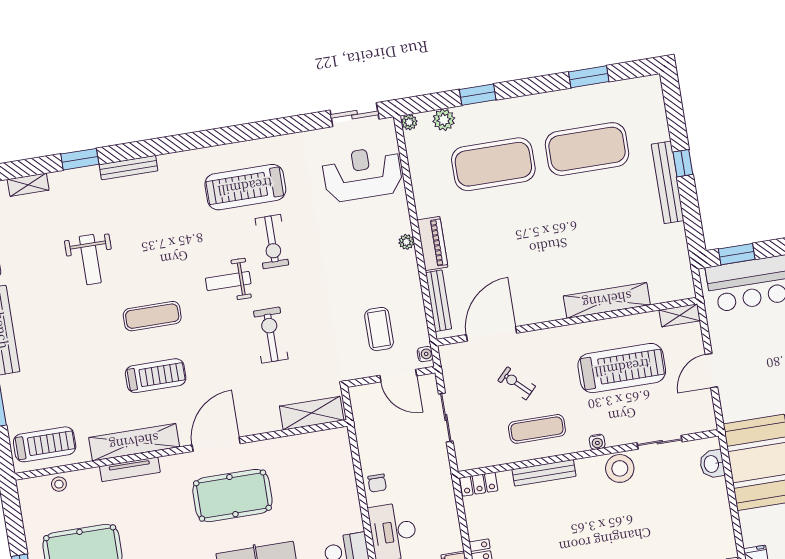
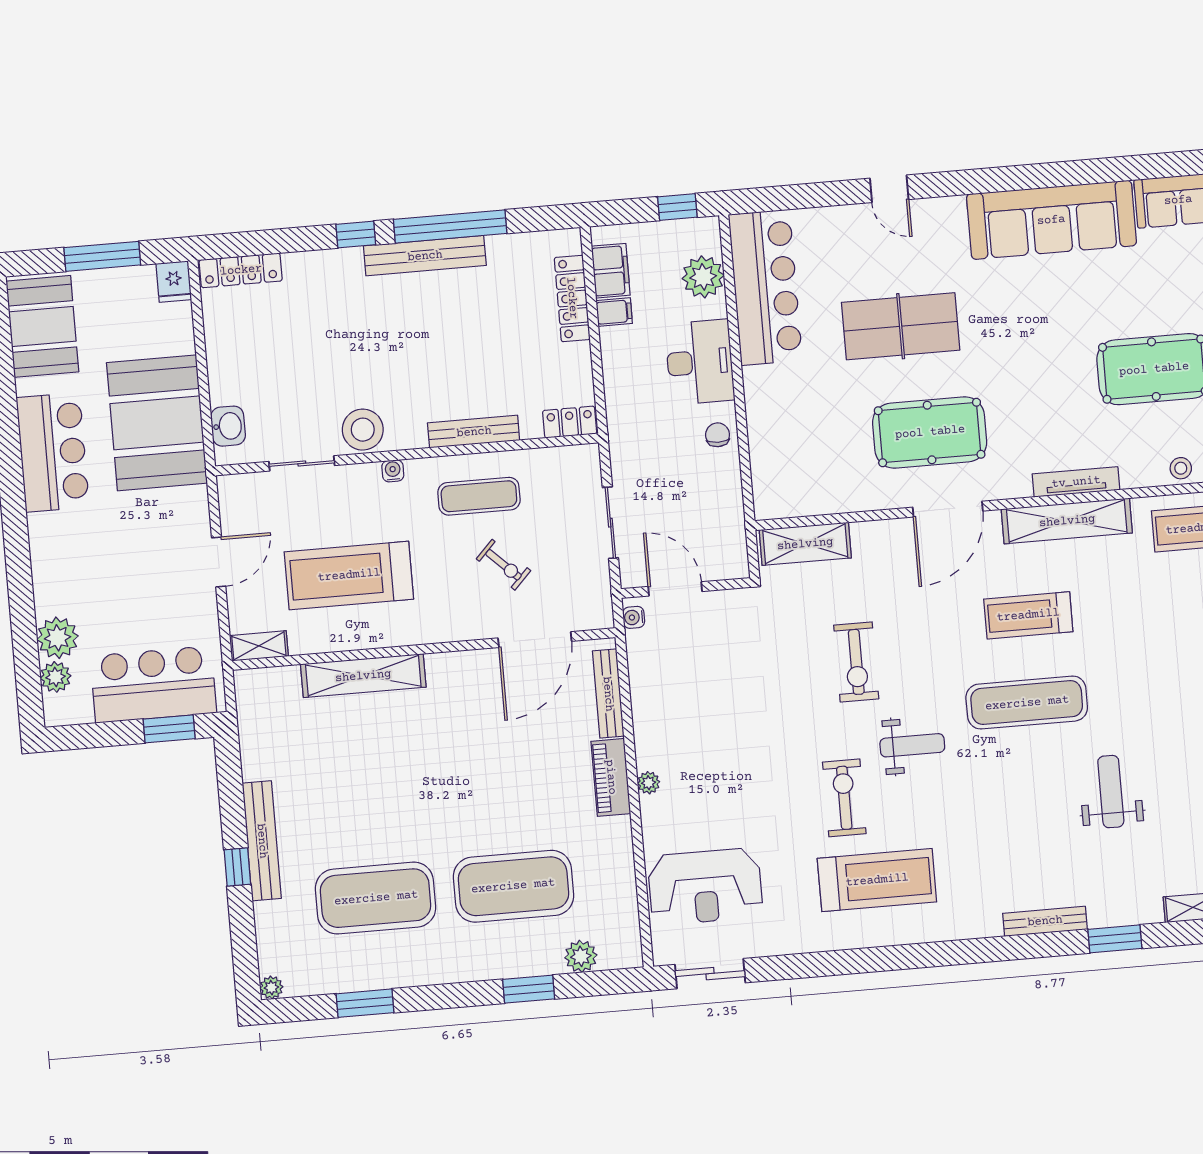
plant: (409, 122) -> (271, 988), moved
exercise mat: (152, 316) -> (1027, 703), width x1.36, depth x1.45
coffee table: (379, 329) -> (698, 659), removed

